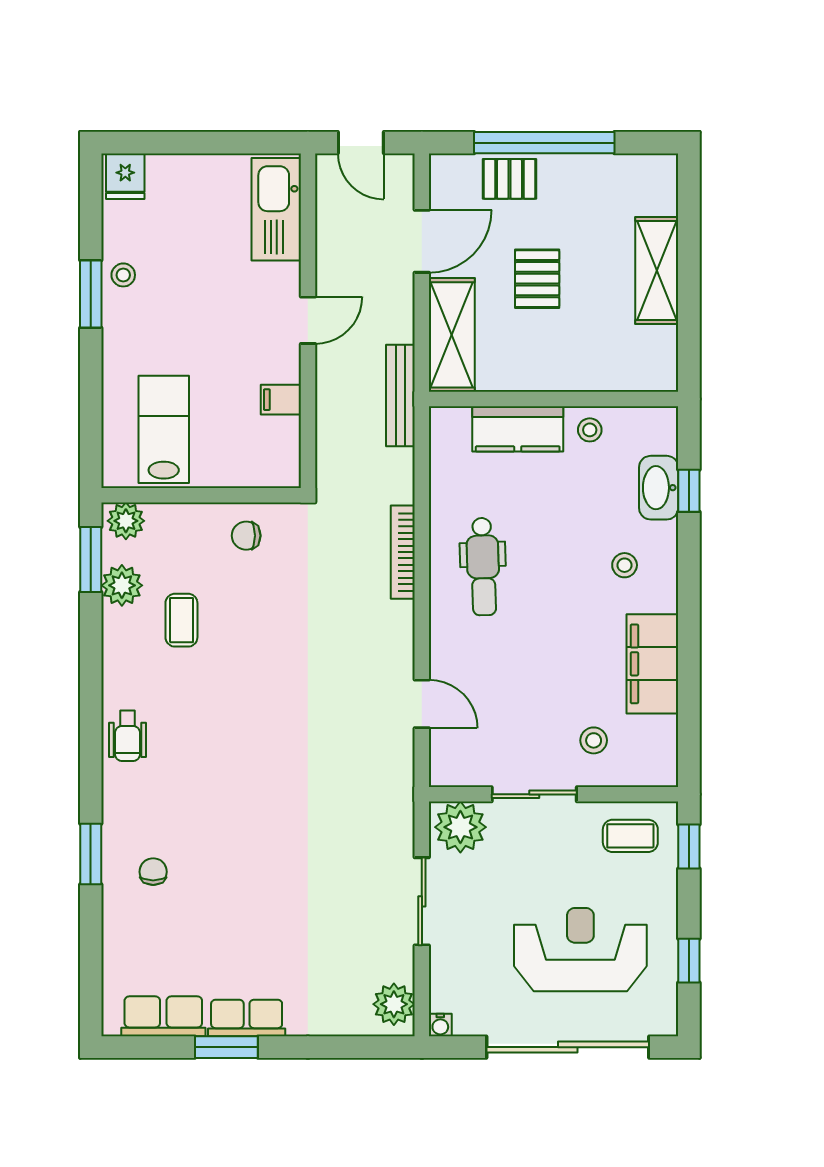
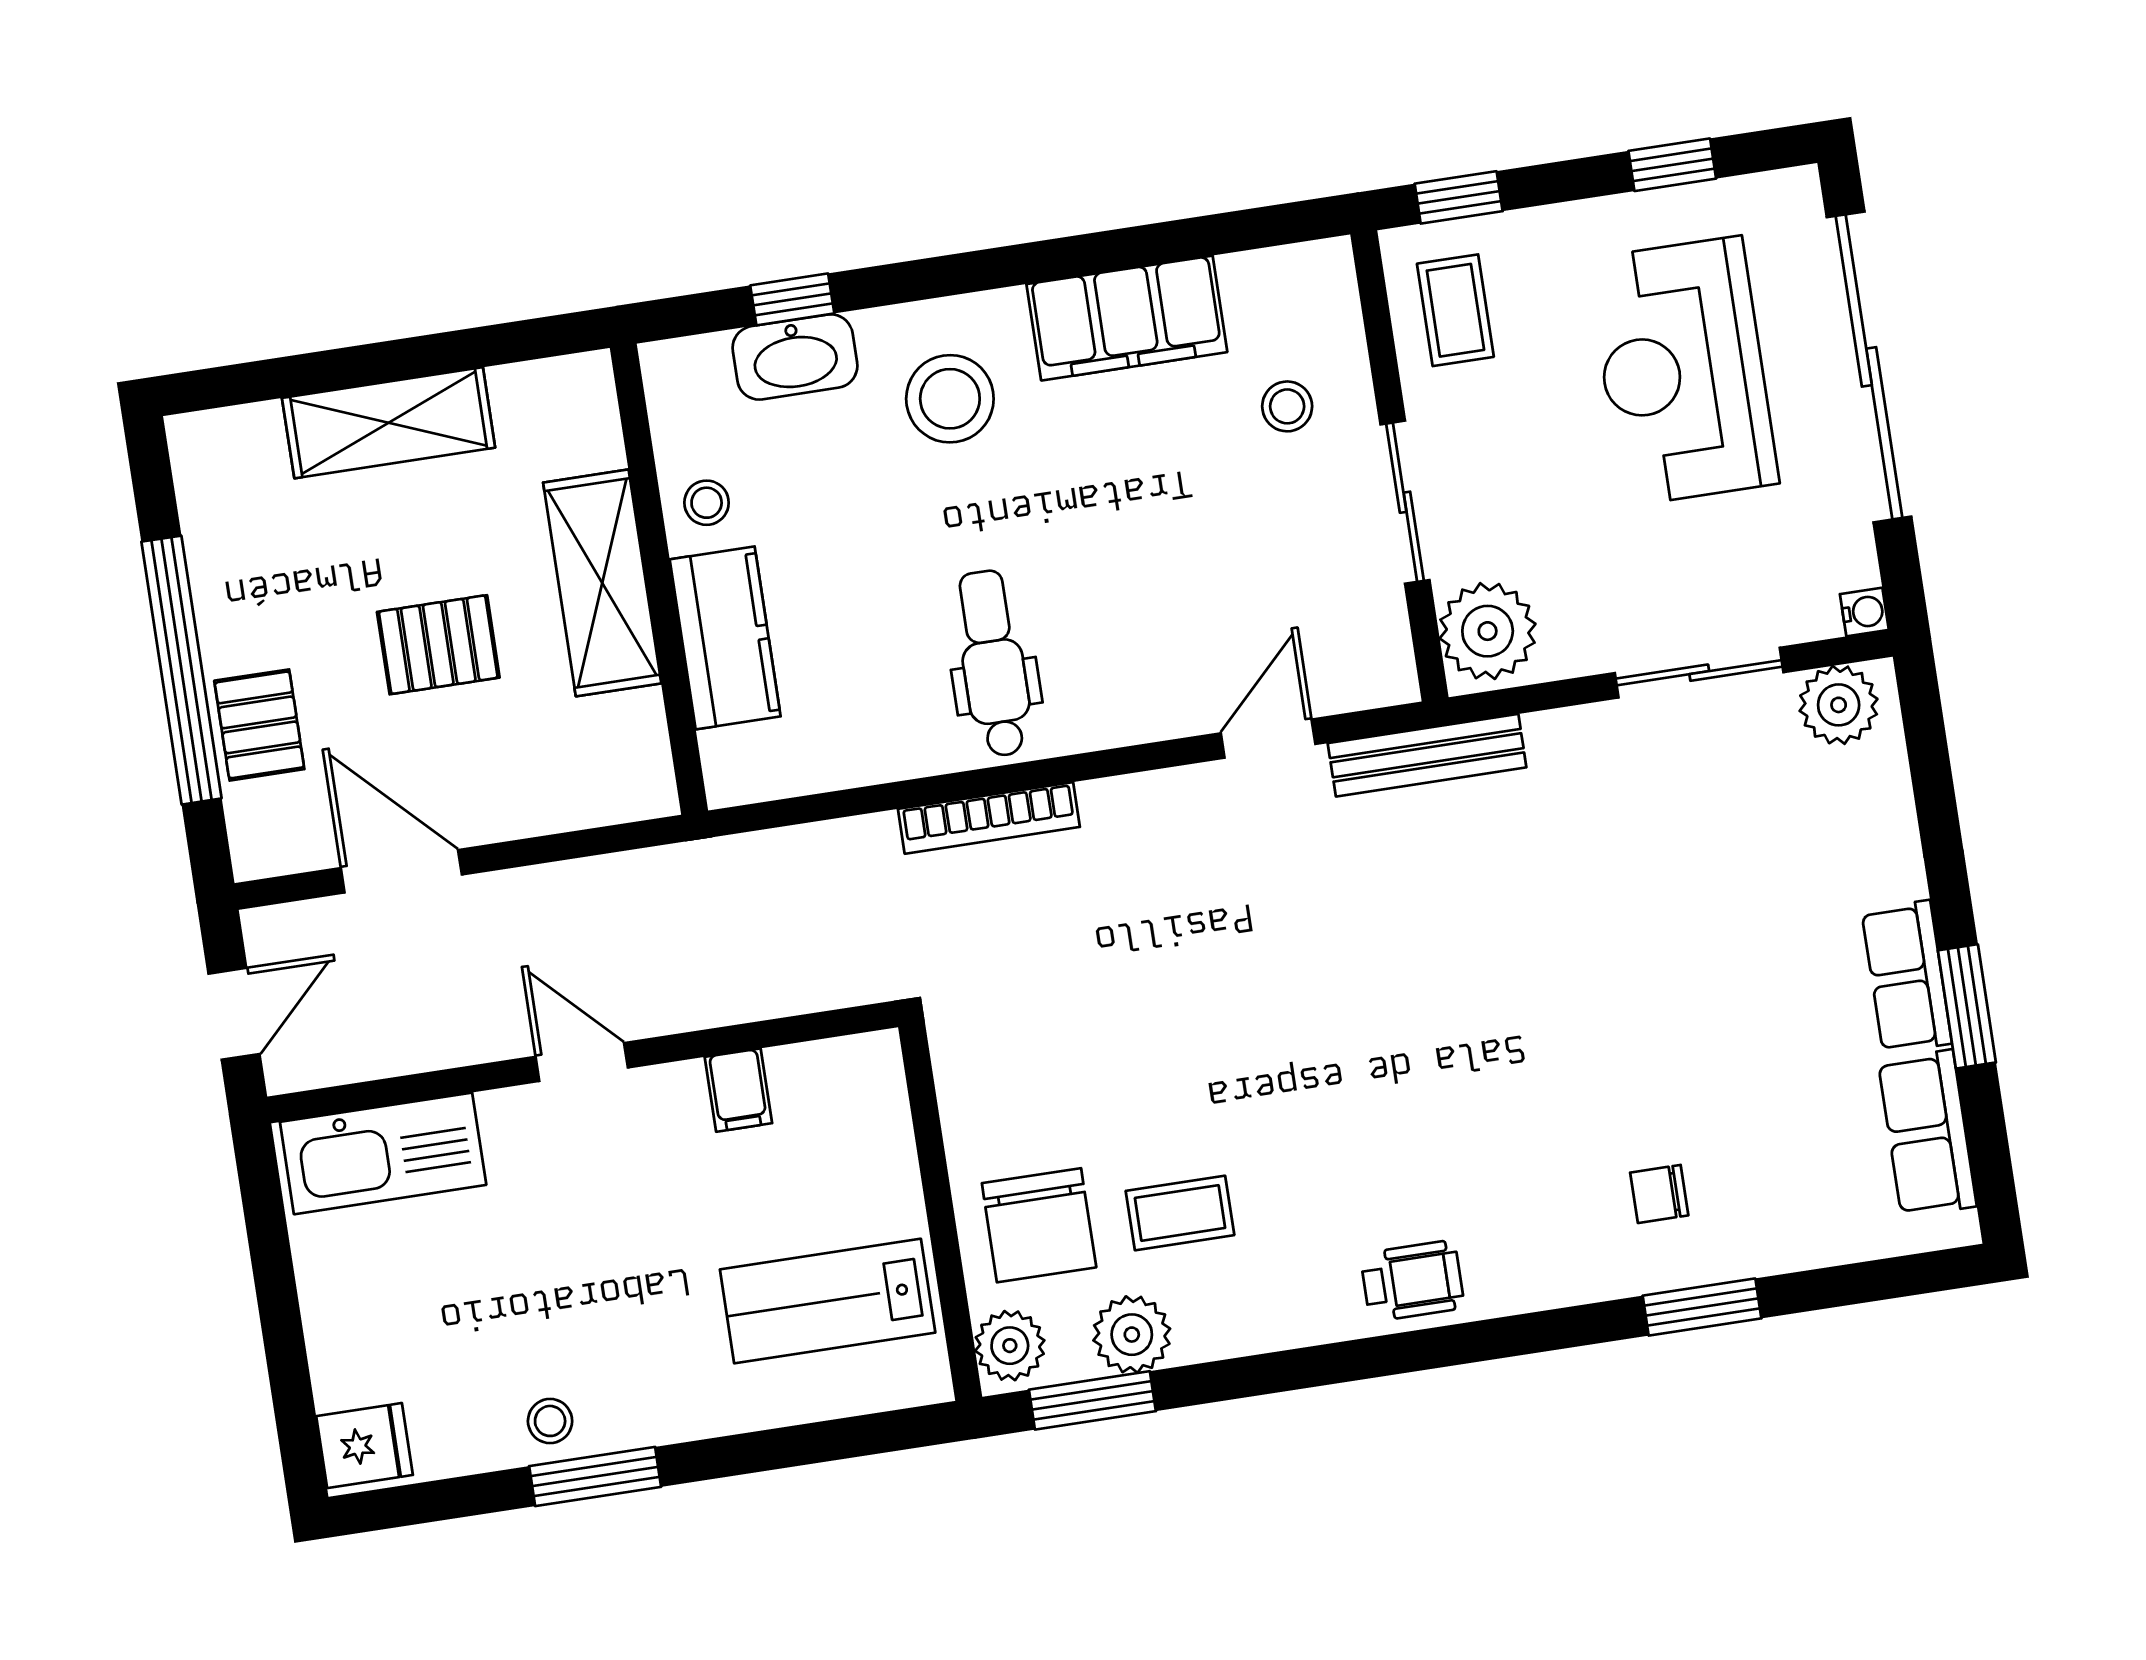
shelving: (452, 335) -> (602, 583), moved, turned 90
bench: (400, 396) -> (1427, 755), moved
chair: (246, 536) -> (1039, 1225), moved, width x1.87, depth x1.87
stool: (625, 565) -> (950, 399), width x1.89, depth x1.89
dental chair: (483, 567) -> (993, 663), turned -88
window: (91, 854) -> (1702, 1307), moved
sliding door: (422, 901) -> (1699, 673), moved

